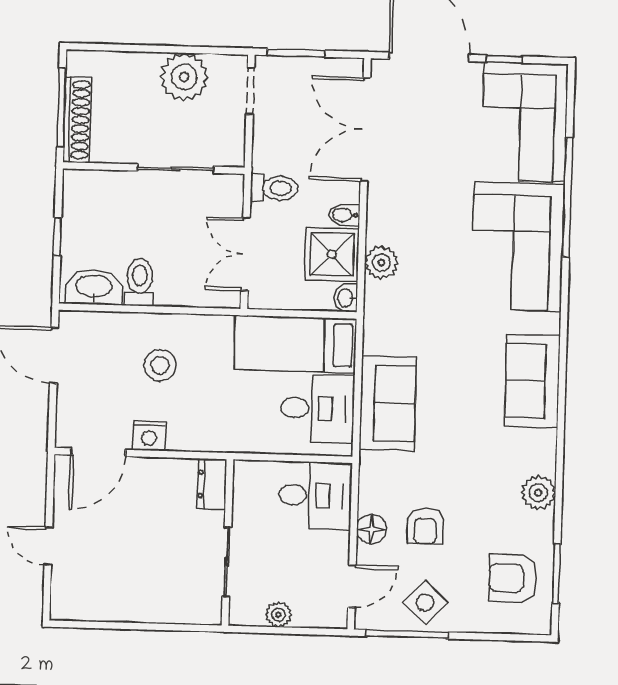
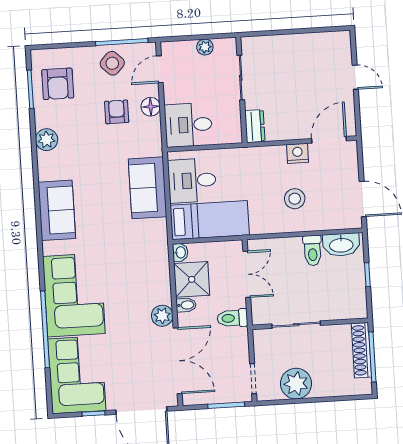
plant: (381, 263) -> (162, 316), moved
armchair: (513, 578) -> (58, 84), turned 90

